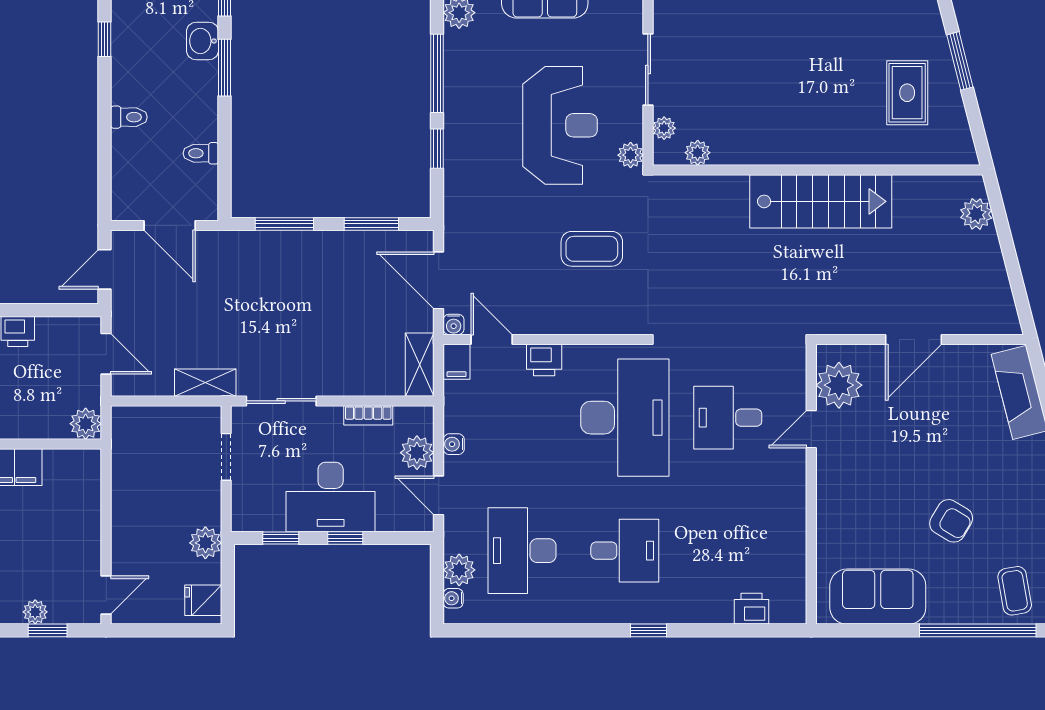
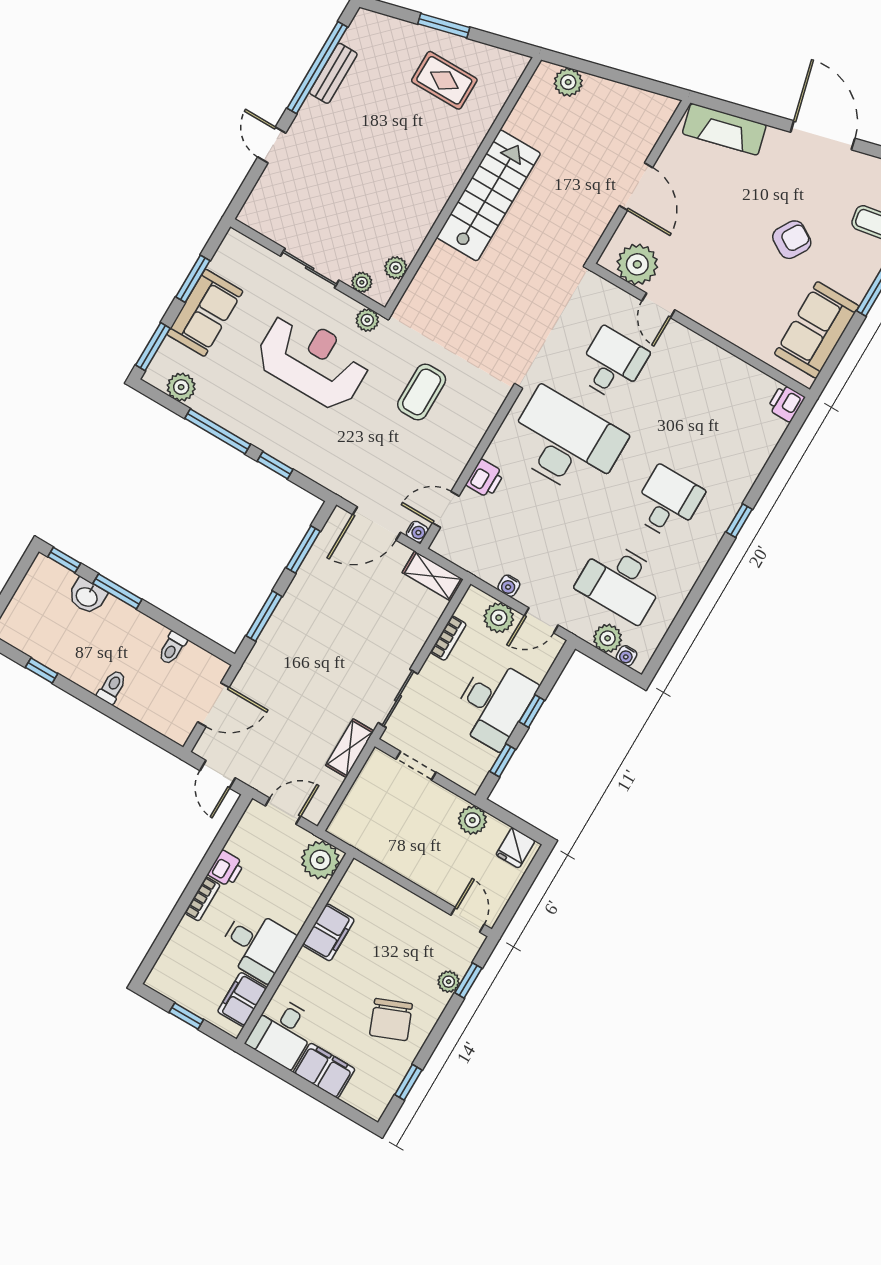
filing cabinet: (456, 362) -> (447, 546), removed
desk: (728, 418) -> (612, 364), turned 180
plant: (86, 424) -> (320, 860), width x1.36, depth x1.36
printer: (752, 609) -> (786, 403), moved

